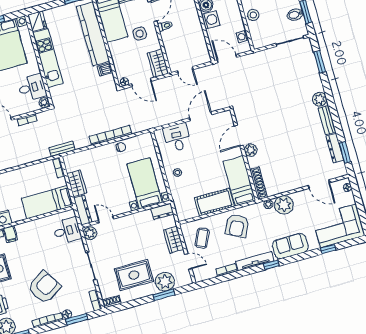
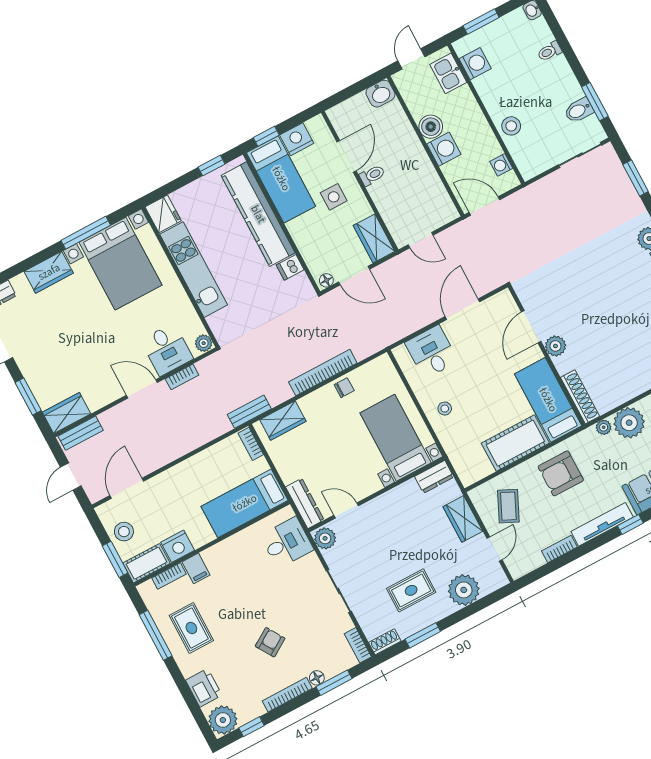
desk: (32, 87) -> (167, 349), moved, turned 90
wardrobe: (77, 183) -> (283, 421), moved, turned 90
armchair: (237, 226) -> (561, 473), turned 63
door: (188, 262) -> (494, 549), hinge flipped
rug: (134, 275) -> (411, 590), width x0.73, depth x0.70
armchair: (44, 287) -> (270, 642), width x0.53, depth x0.53
window: (164, 295) -> (423, 635), moved

